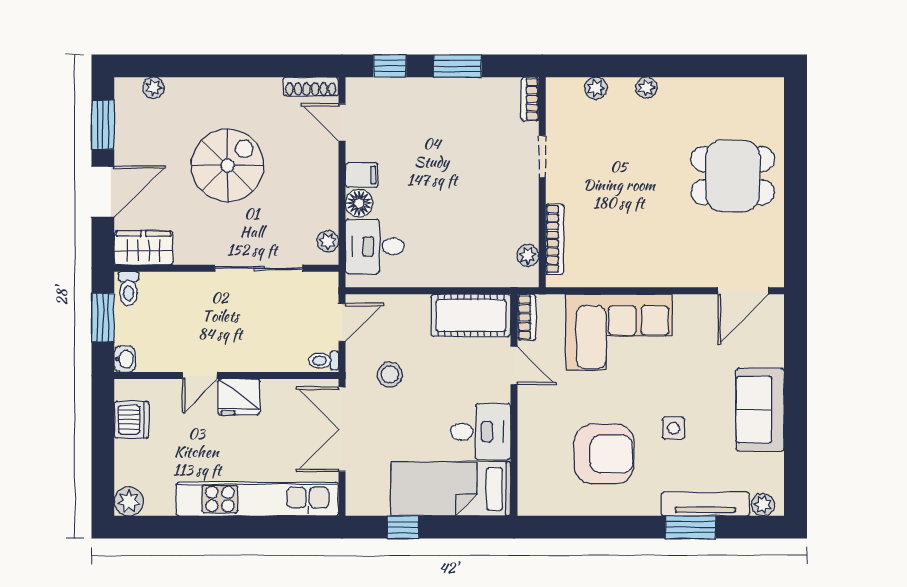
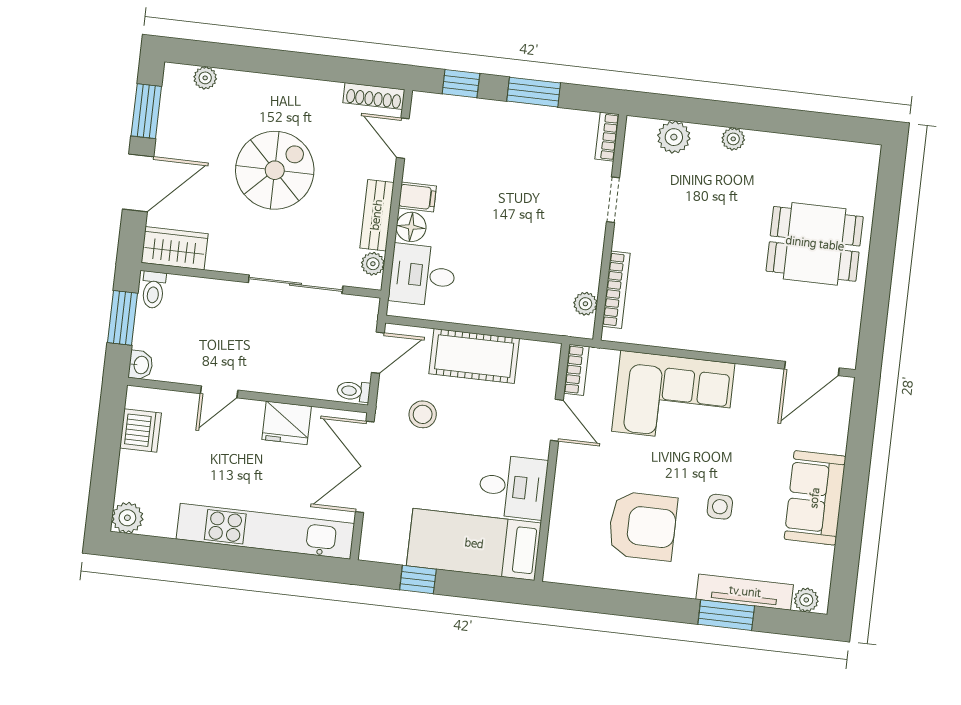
plant: (596, 88) -> (674, 137), width x1.38, depth x1.38
bench: (326, 196) -> (377, 215), added
cot: (471, 315) -> (474, 356), moved
fridge: (239, 397) -> (287, 423), moved

